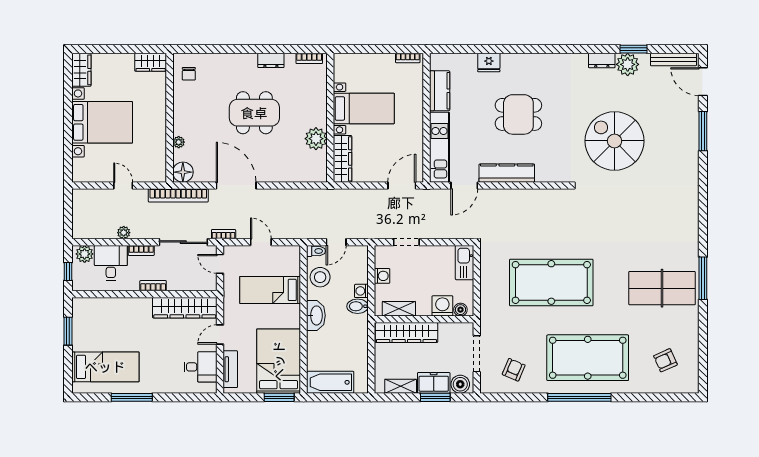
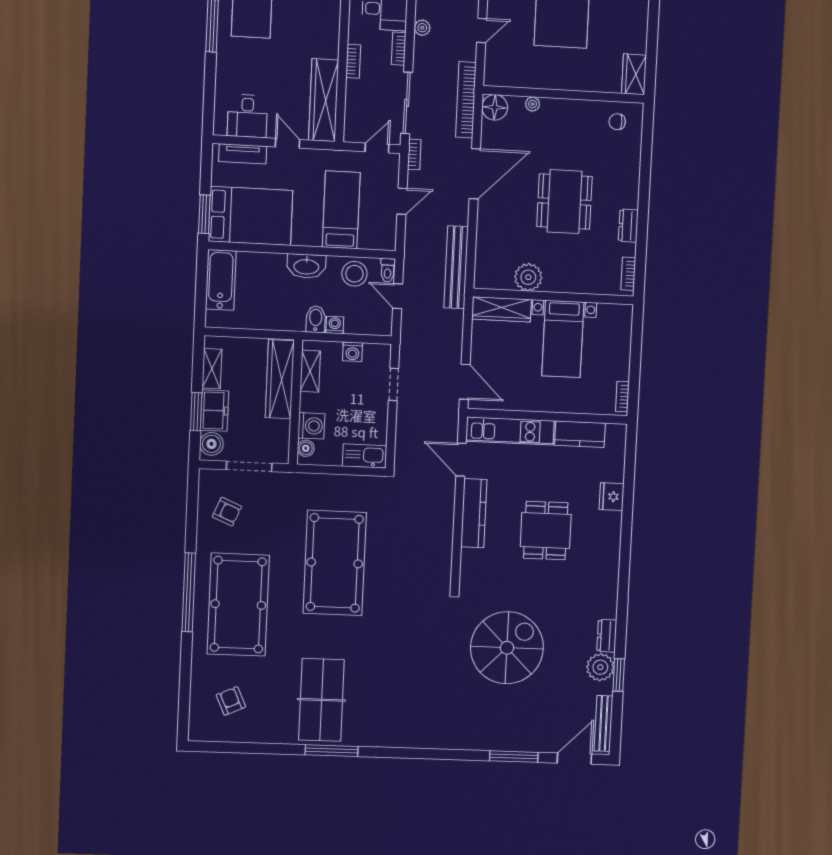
bench: (311, 197) -> (456, 267), added

